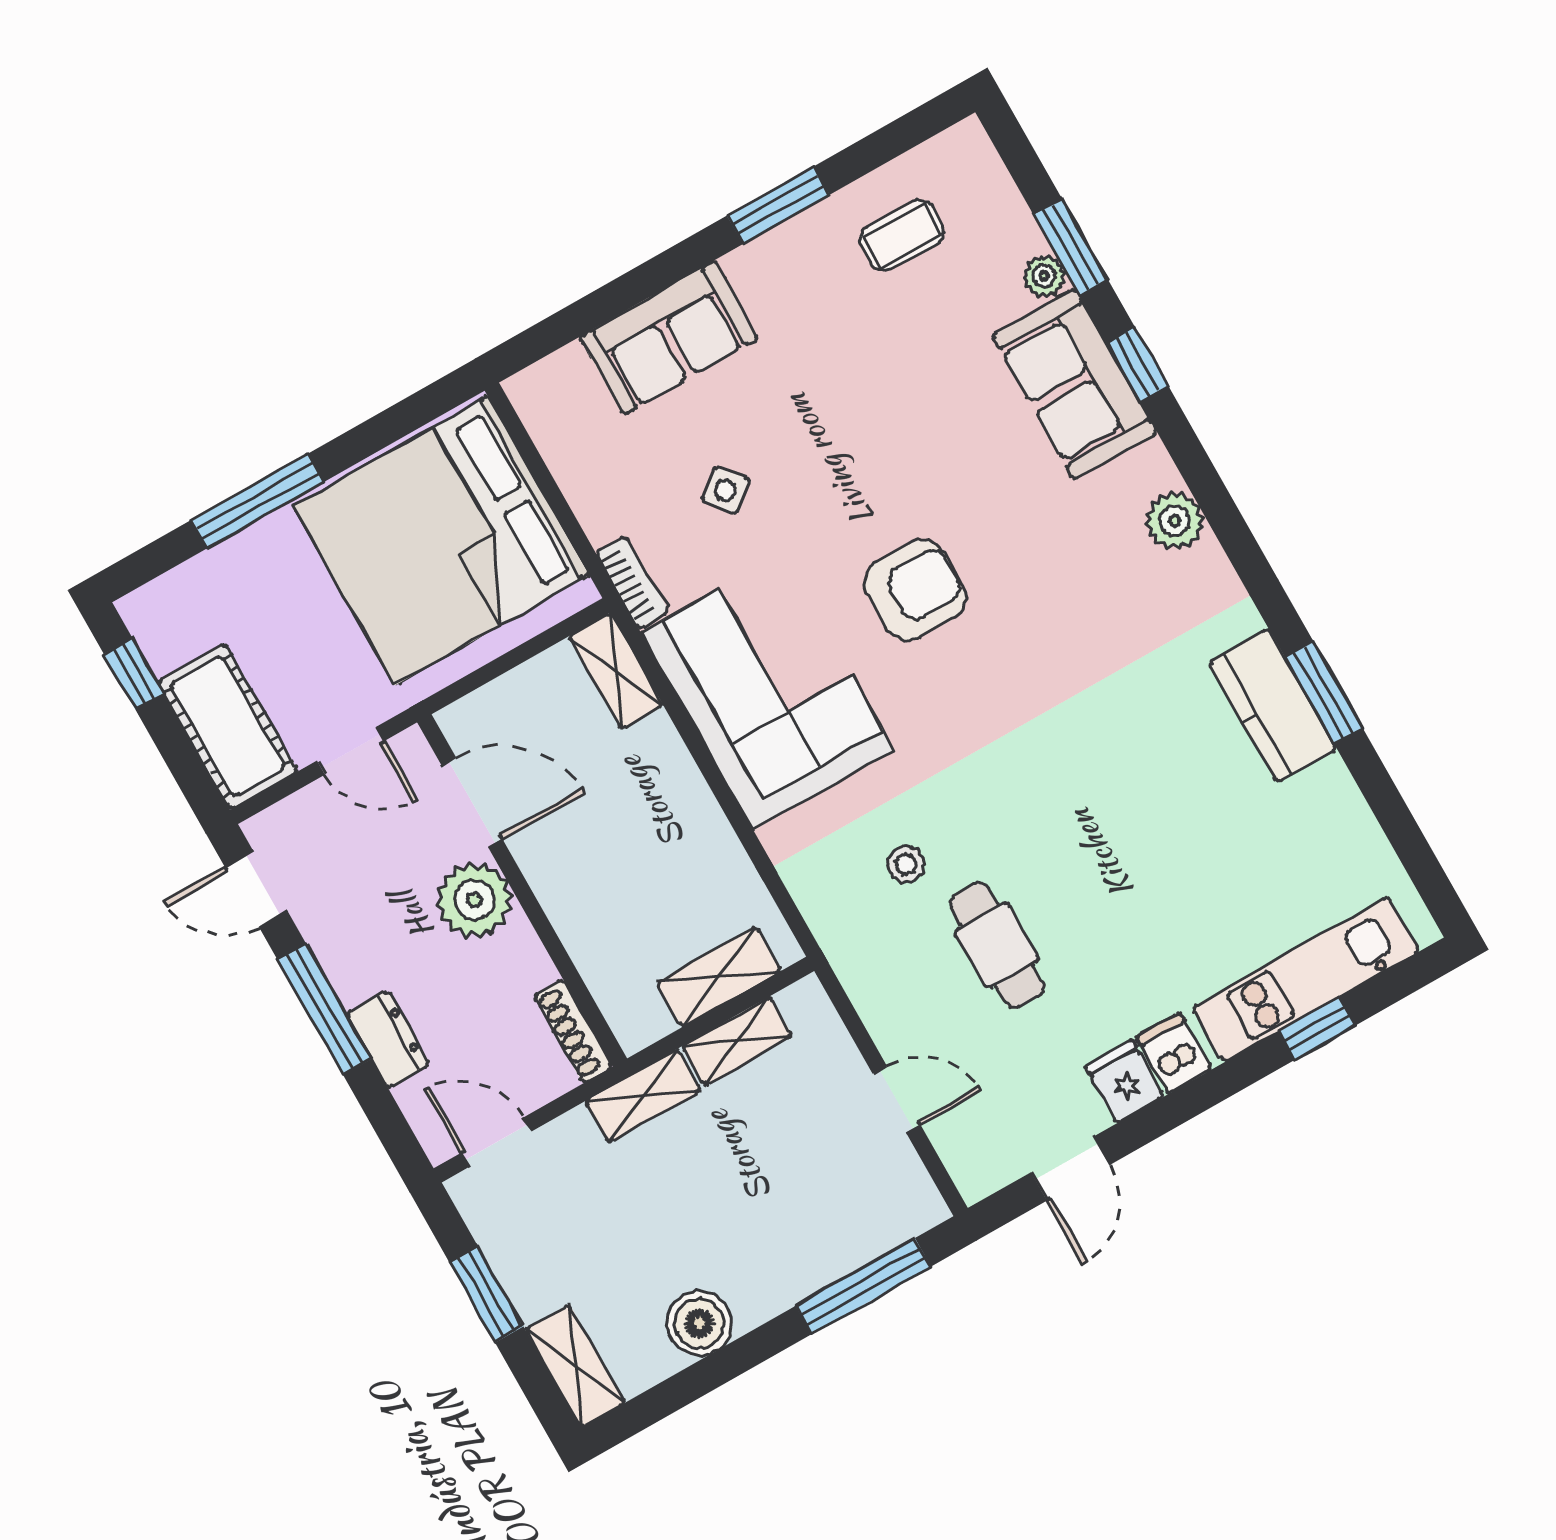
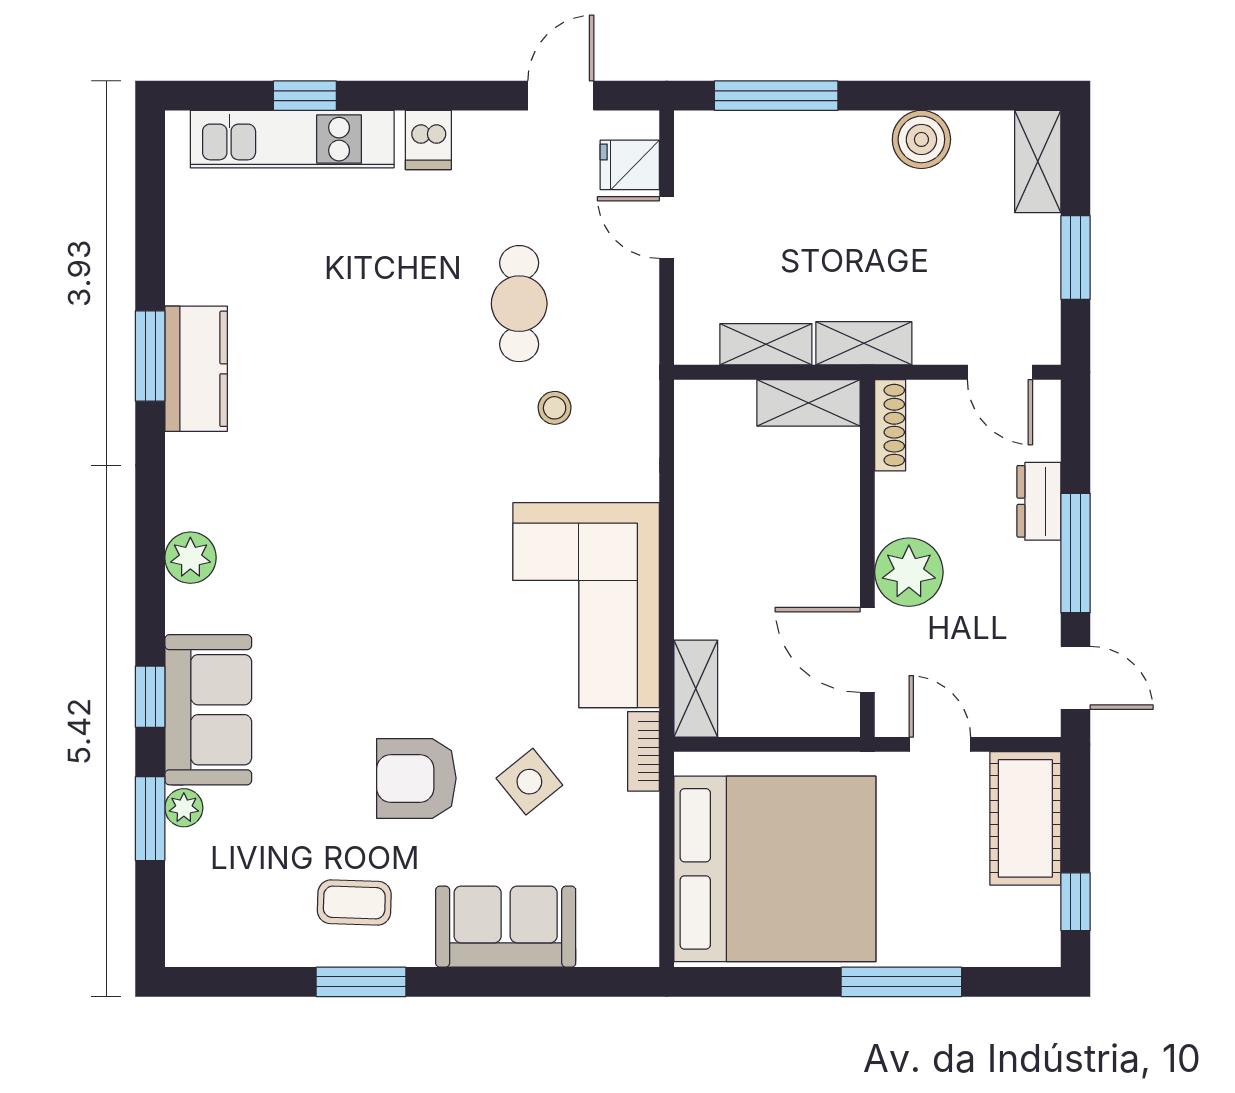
coffee table: (902, 236) -> (354, 902), moved
side table: (726, 490) -> (529, 782), width x1.37, depth x1.37
armchair: (915, 590) -> (416, 778), moved
shelving: (719, 977) -> (808, 403), moved
fridge: (1124, 1081) -> (630, 165), moved, turned 90

